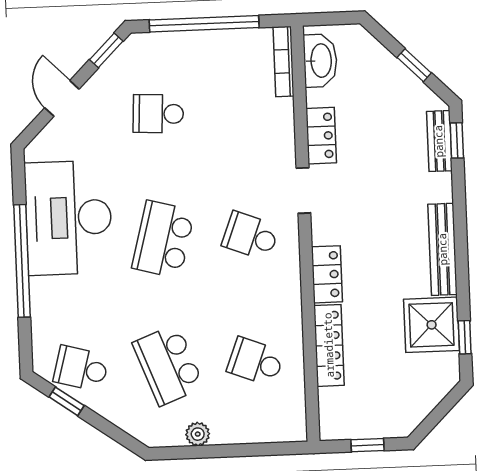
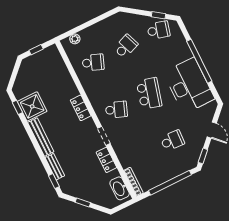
bench: (439, 141) -> (55, 167), moved
locker: (329, 345) -> (68, 81), removed
school desk: (168, 365) -> (126, 46), width x0.54
plant: (198, 434) -> (75, 39), moved

